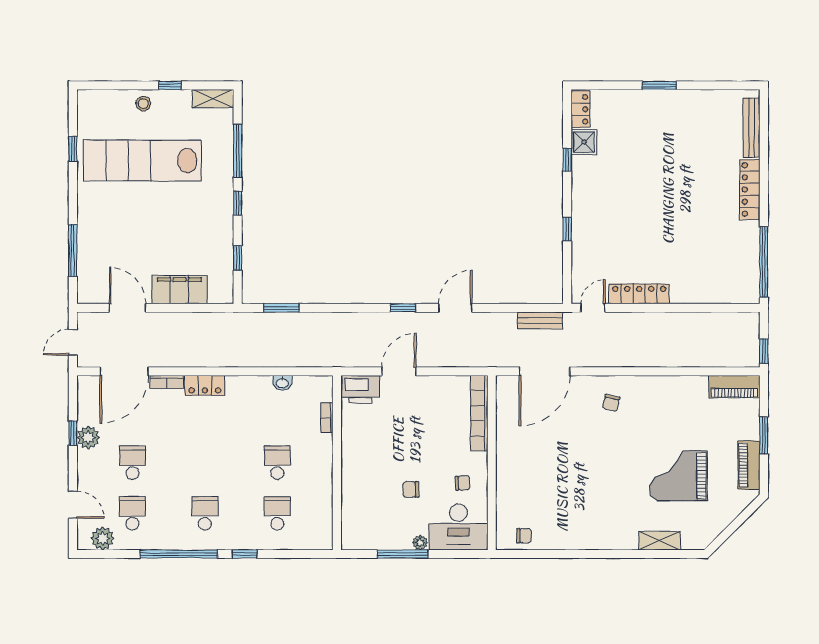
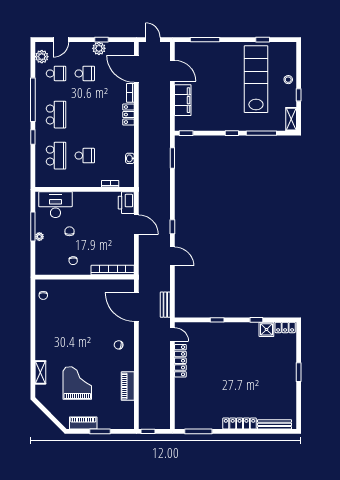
window: (238, 258) -> (186, 133), moved
window: (764, 262) -> (198, 431), width x0.68
door: (127, 308) -> (172, 71), hinge flipped
piano: (734, 387) -> (128, 386), moved
school desk: (205, 513) -> (56, 115), width x1.85
school desk: (277, 513) -> (56, 156), width x1.85
desk: (458, 527) -> (55, 205), moved, turned 90

